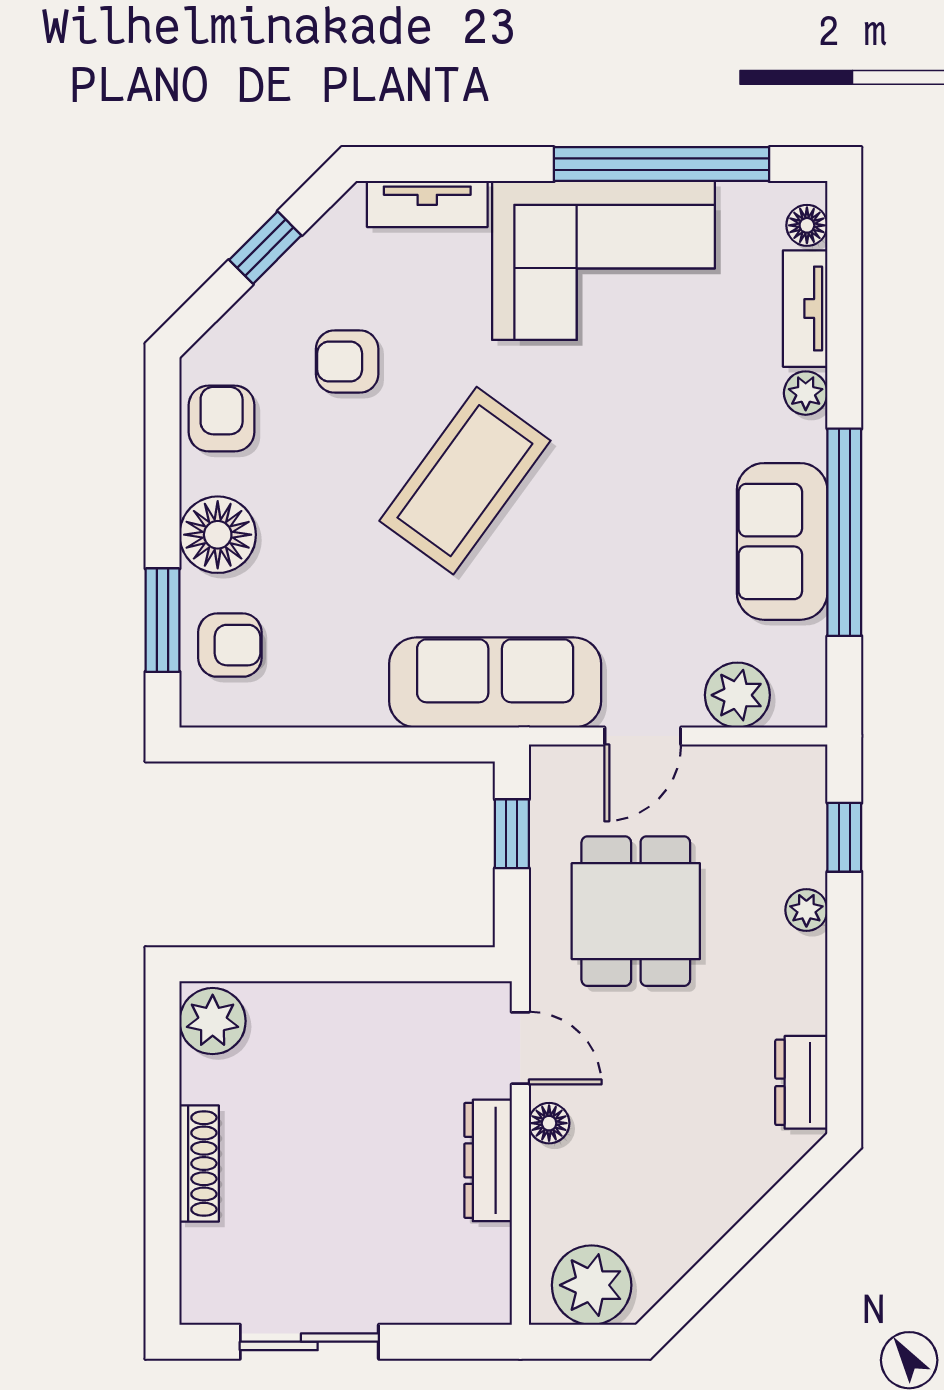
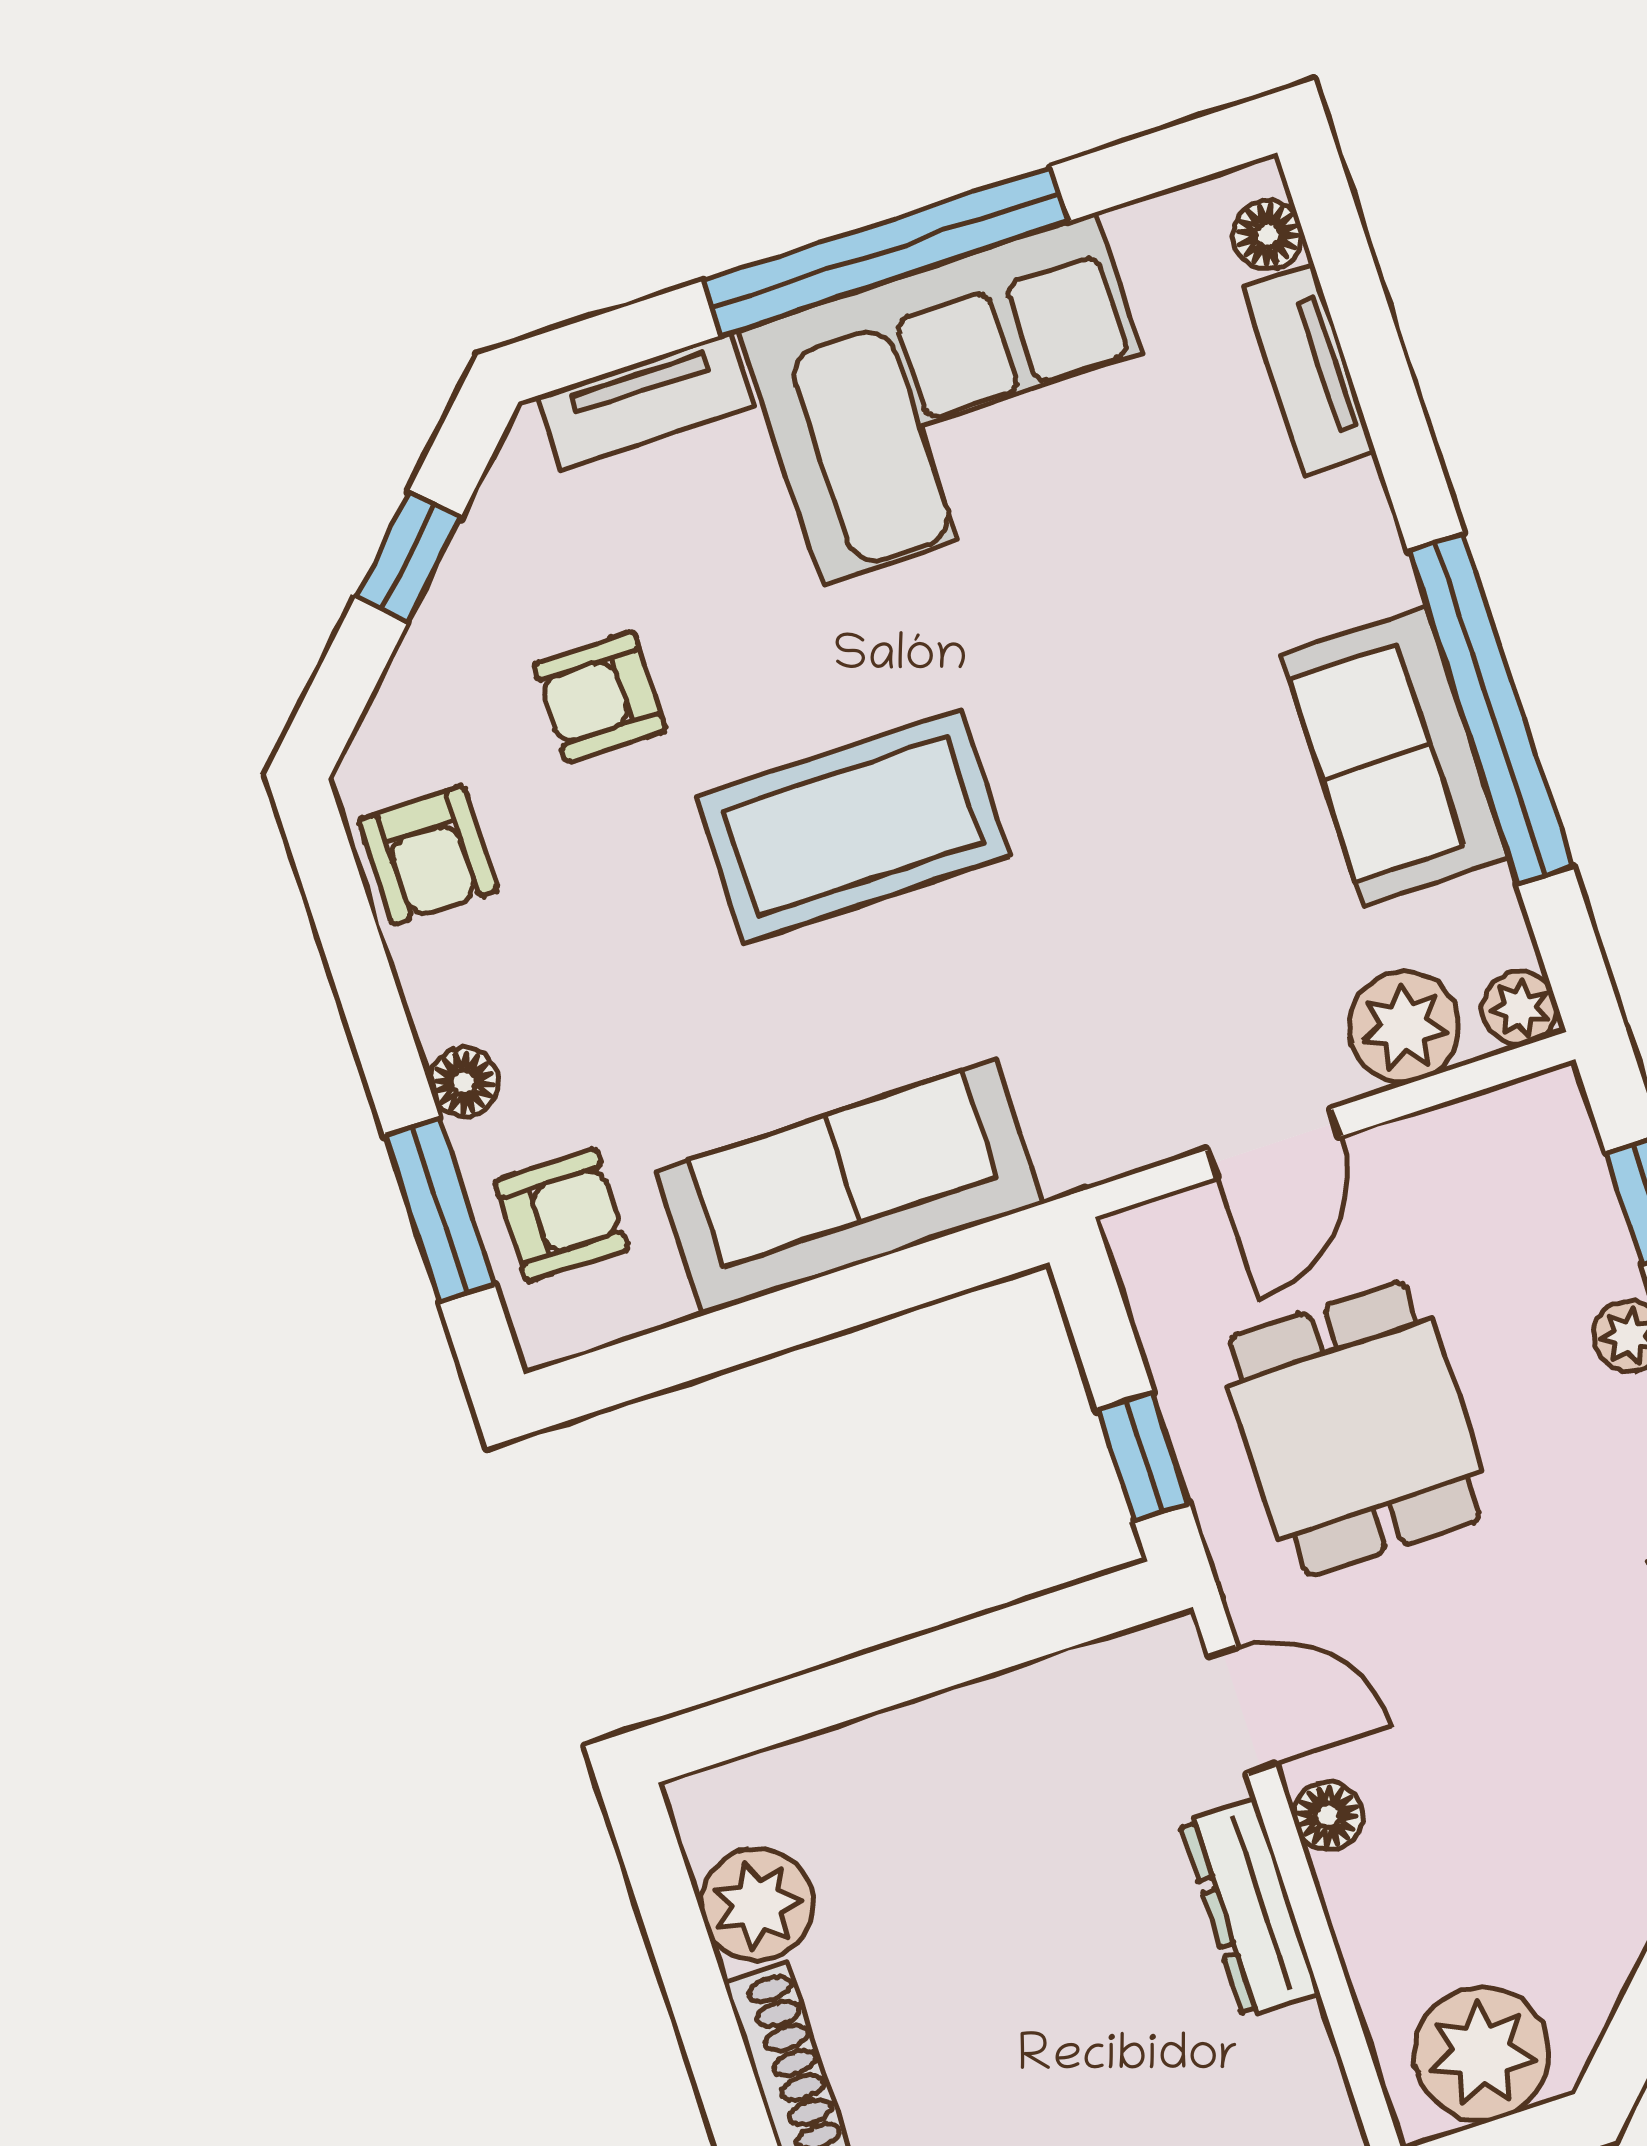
window: (662, 164) -> (886, 251), moved
plant: (806, 393) -> (1520, 1008), moved
armchair: (222, 419) -> (428, 855), turned 180
coffee table: (465, 481) -> (853, 826), turned 54
floor lamp: (218, 535) -> (464, 1083), width x0.53, depth x0.53
sofa: (495, 682) -> (849, 1187), moved
window: (512, 834) -> (1143, 1457), moved
plant: (213, 1021) -> (757, 1905), moved

